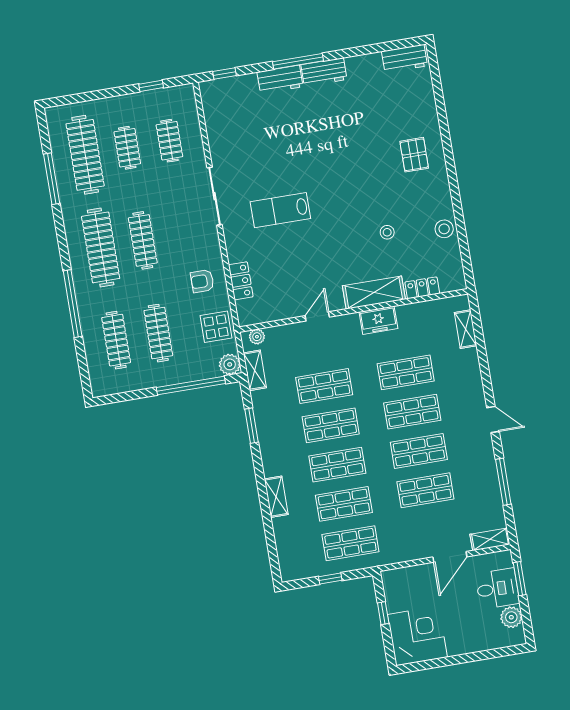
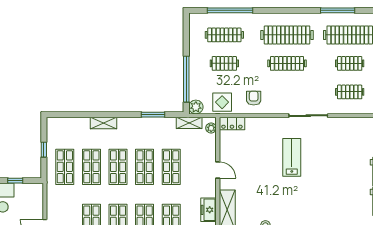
locker: (241, 281) -> (232, 124), moved
window: (73, 304) -> (230, 10), moved
clothes rail: (158, 333) -> (224, 63), width x0.73

